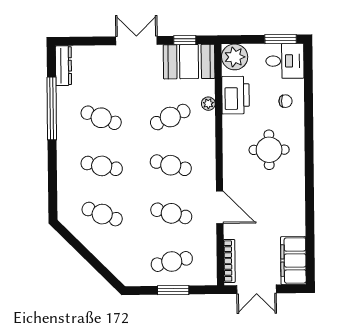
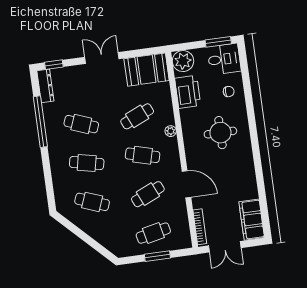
window: (185, 40) -> (54, 65), moved
plant: (208, 104) -> (171, 131), moved
cafe table: (171, 213) -> (148, 194), turned -39

